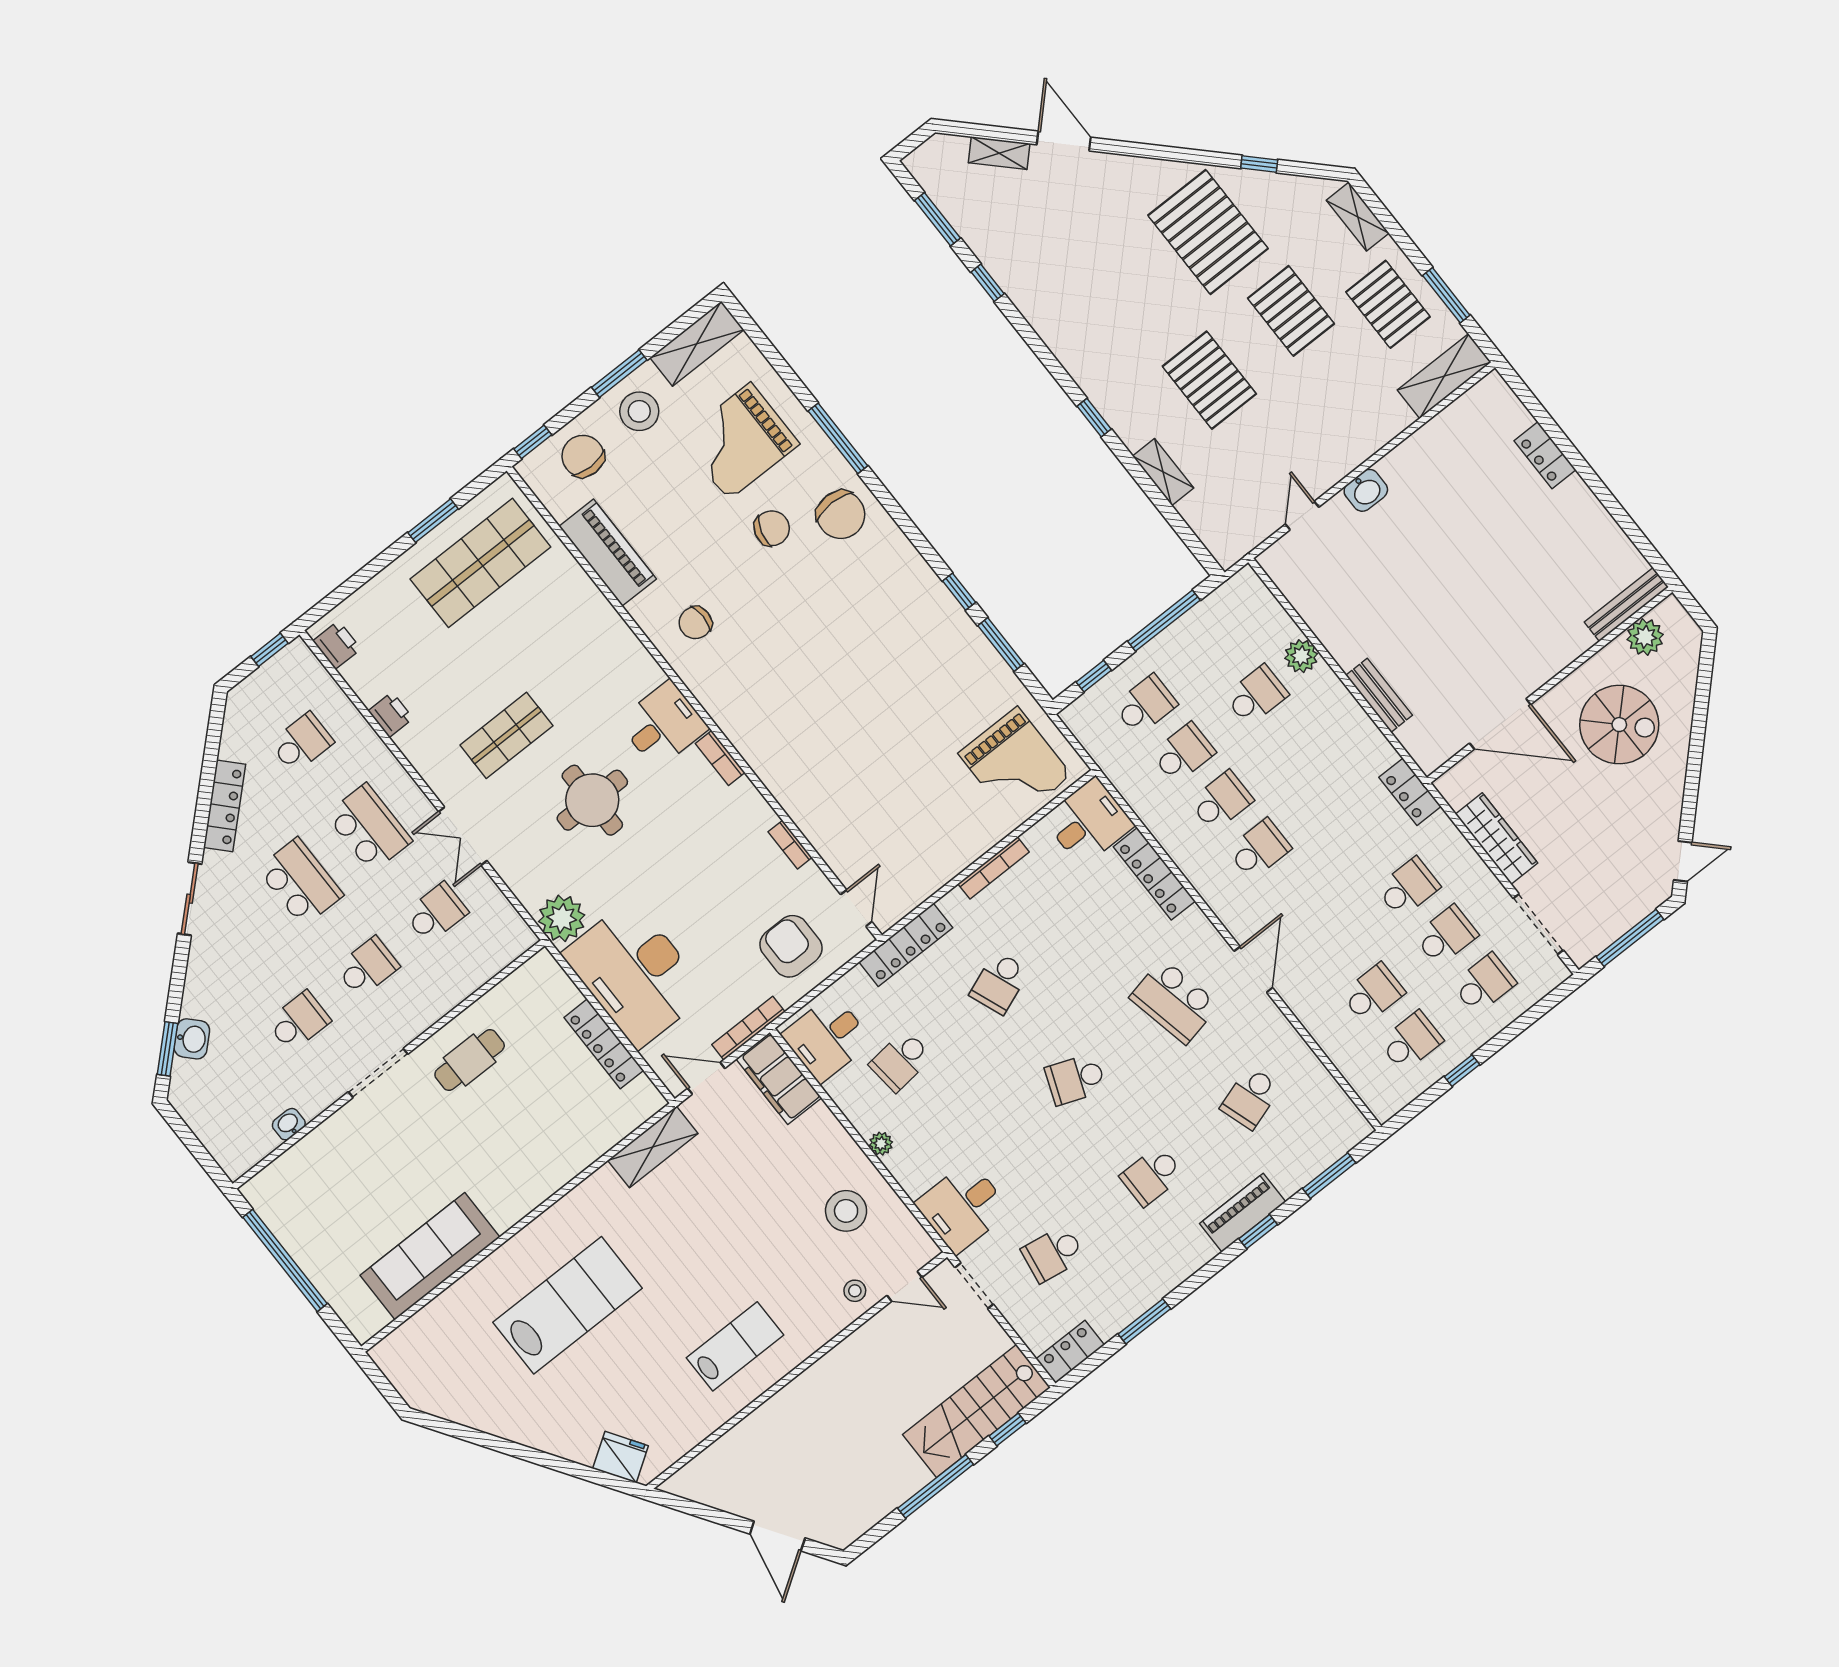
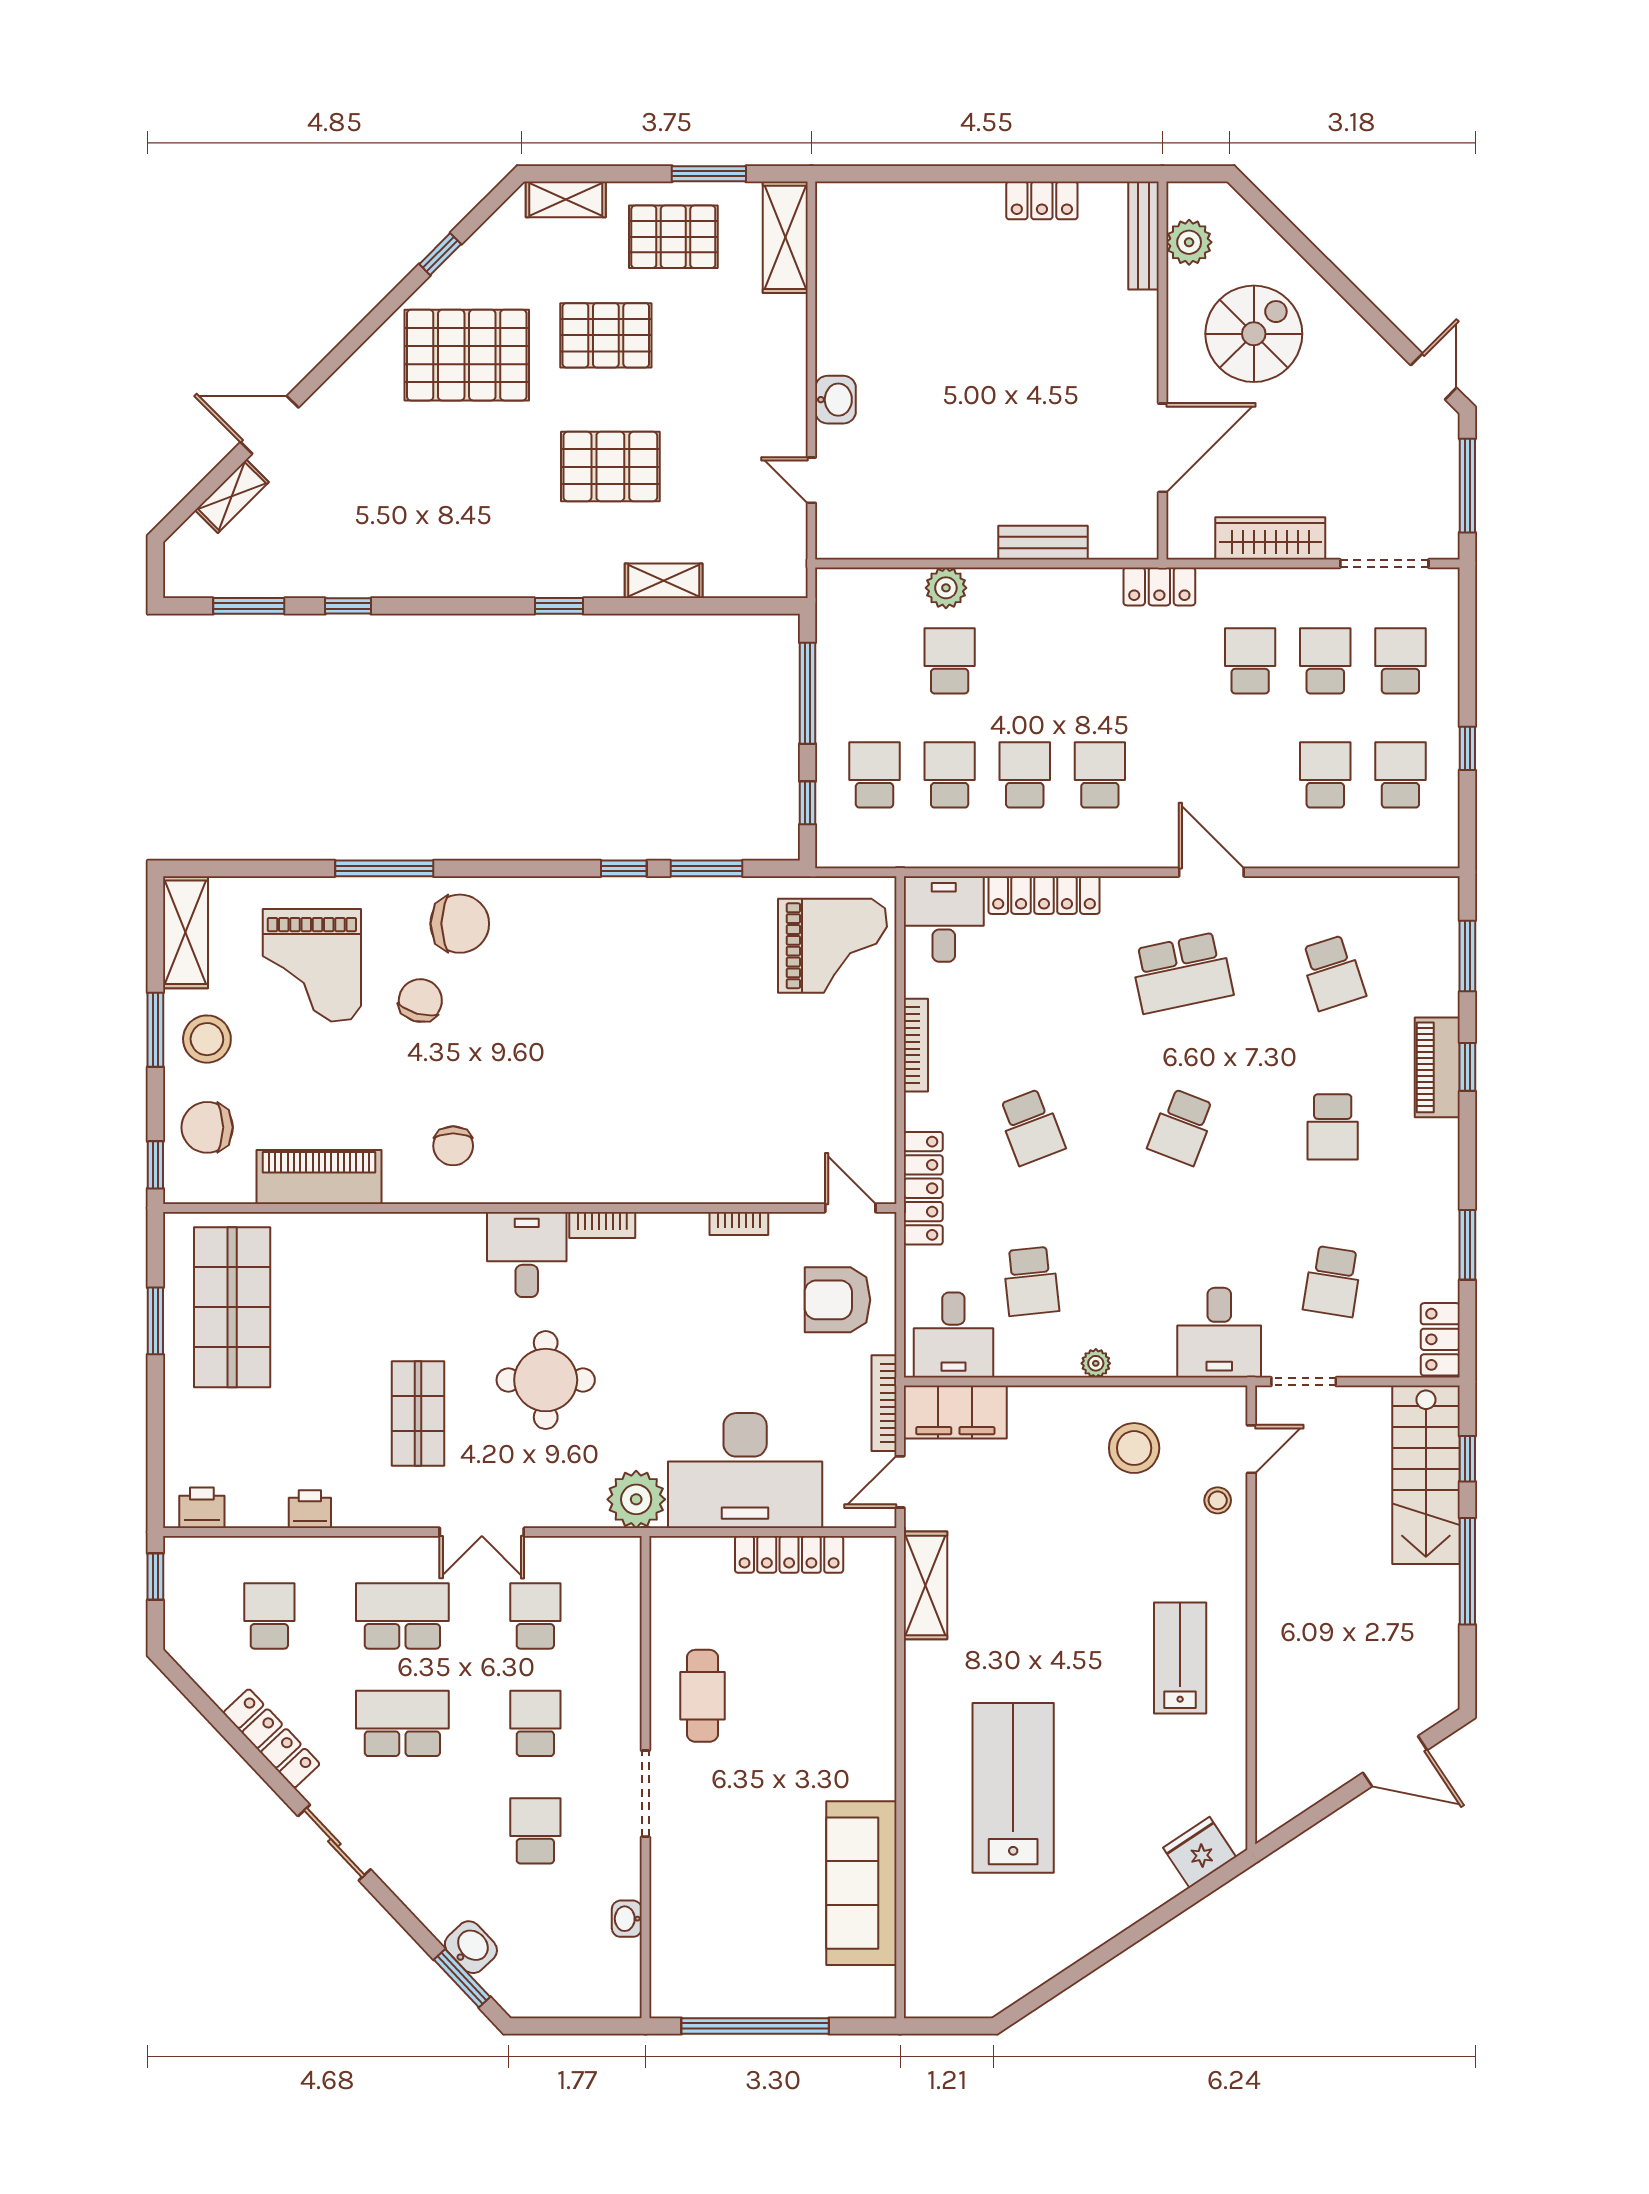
locker: (1545, 455) -> (1042, 200), moved

